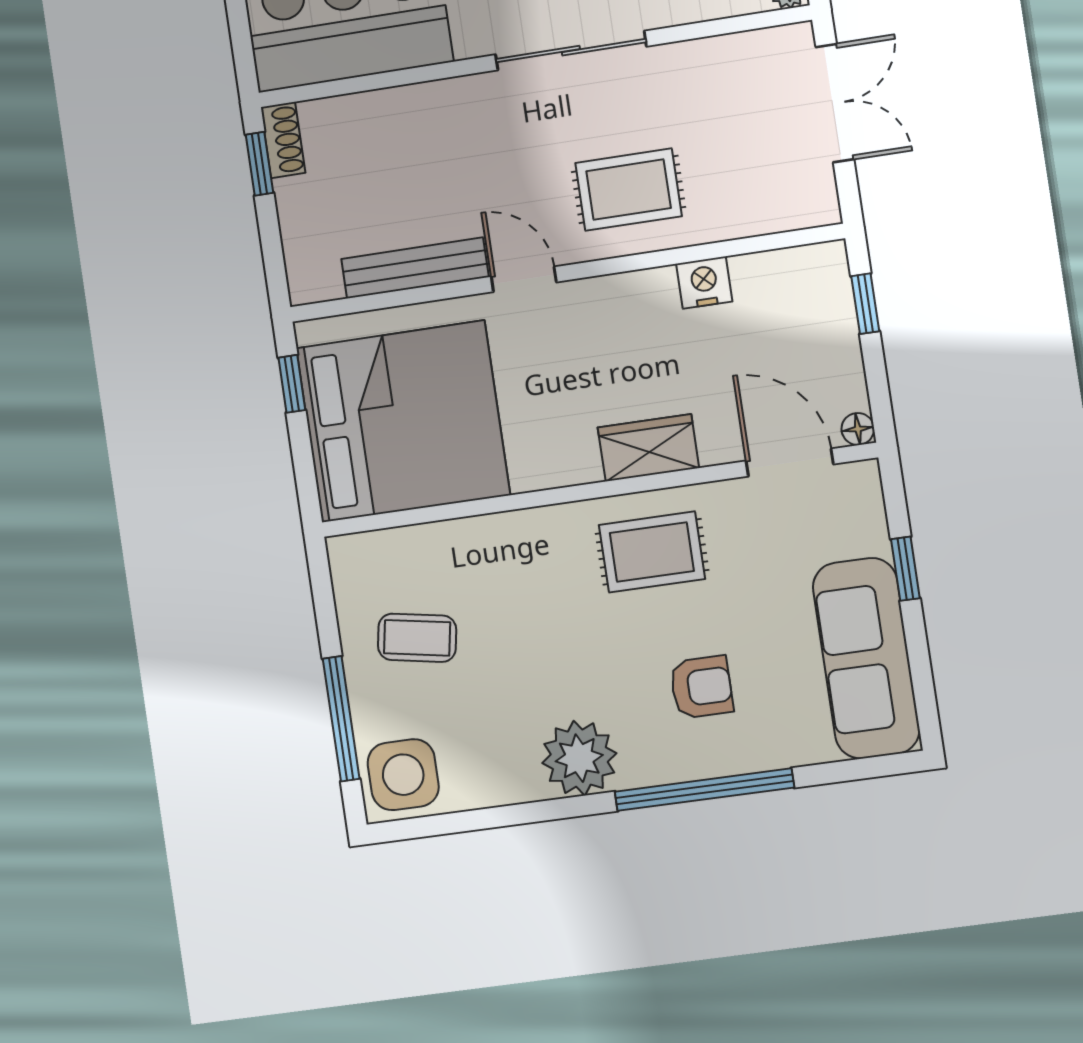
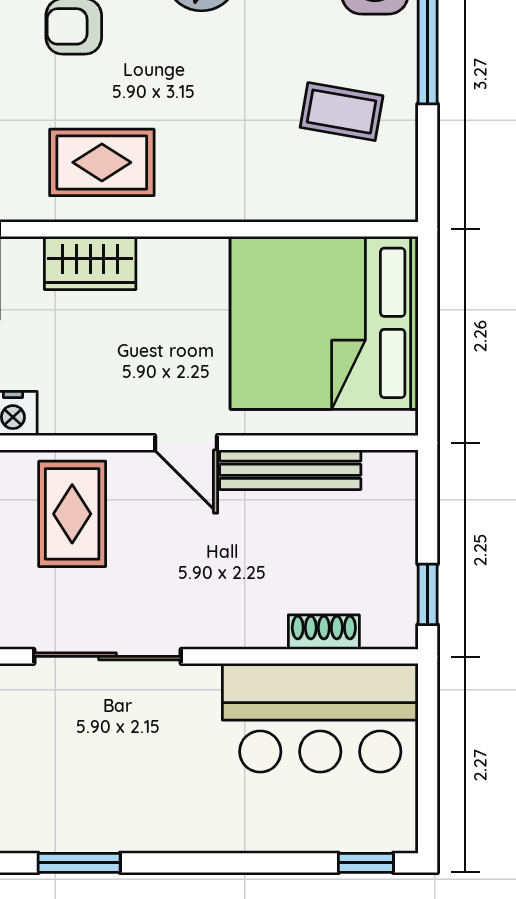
shoe rack: (283, 140) -> (324, 632), moved, turned 90
rug: (628, 190) -> (72, 514), turned 90
window: (292, 384) -> (428, 375), removed

